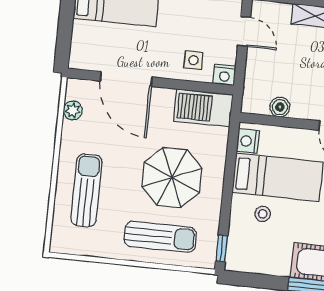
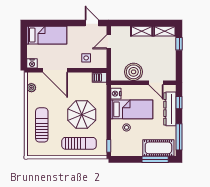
door: (244, 32) -> (109, 42), swing flipped
nightstand: (224, 75) -> (32, 63), moved
boiler: (280, 107) -> (134, 72), width x1.86, depth x1.86
barbecue: (203, 108) -> (99, 77), width x0.53, depth x0.65

